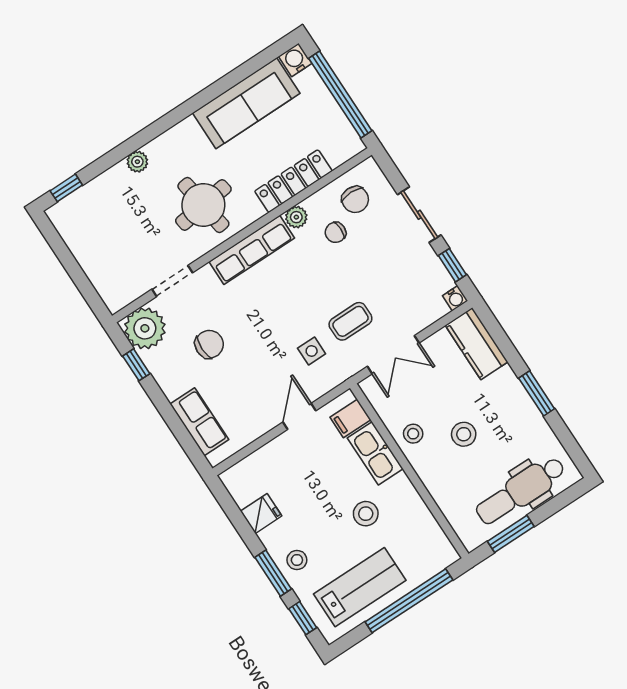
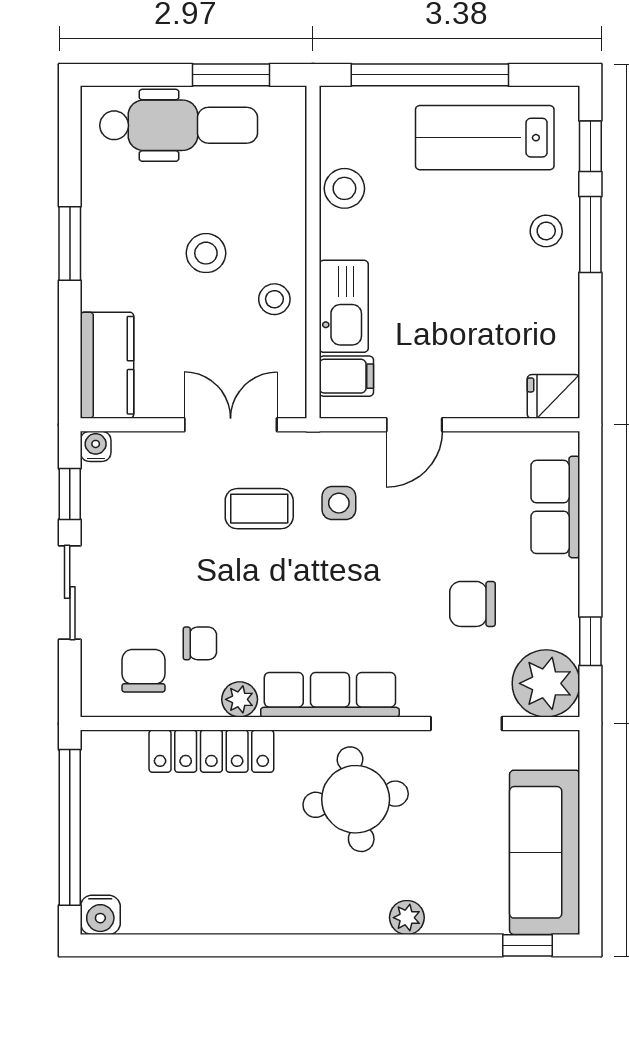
sofa: (246, 103) -> (545, 852), moved, turned -90
fridge: (261, 514) -> (554, 396), moved
stool: (366, 514) -> (344, 188), moved

